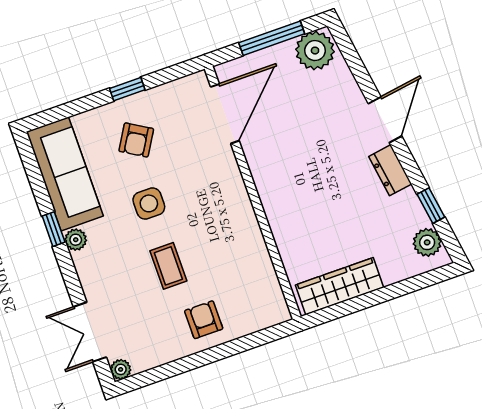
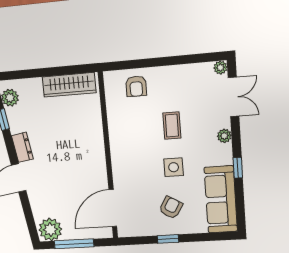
plant: (76, 240) -> (224, 136), moved
armchair: (204, 320) -> (136, 86), moved

